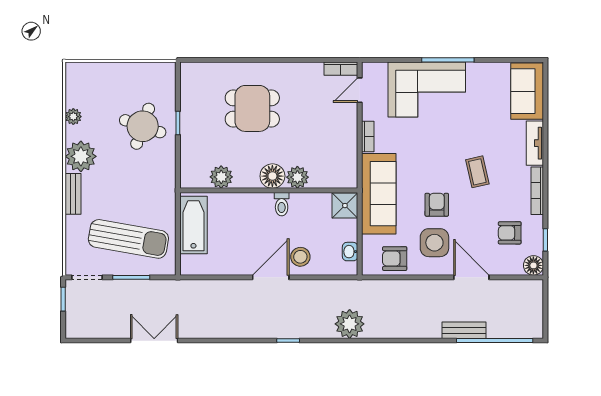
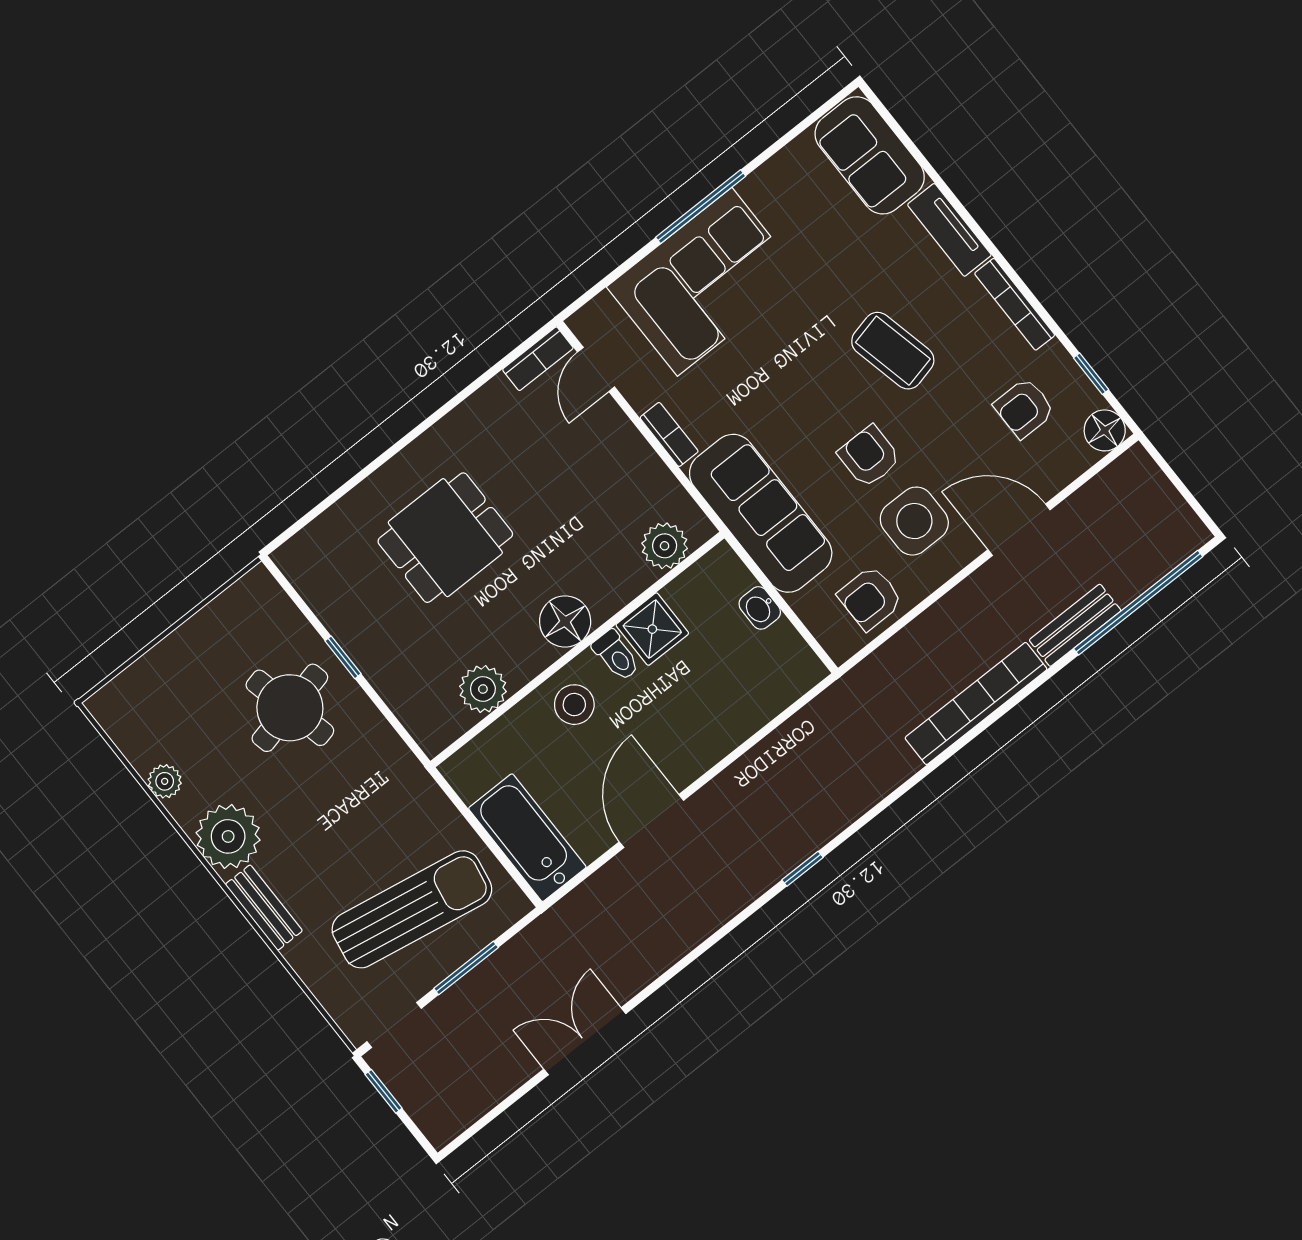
round table: (143, 126) -> (290, 708), turned -32
coffee table: (477, 172) -> (893, 351), width x1.36, depth x1.30
plant: (297, 177) -> (665, 546), moved
shower: (345, 206) -> (652, 629), moved
bathtub: (193, 225) -> (527, 838), moved
washbasin: (350, 252) -> (760, 608), moved
stool: (300, 257) -> (574, 705), moved
door: (271, 277) -> (651, 821), moved
plant: (350, 324) -> (881, 762), removed
bookcase: (403, 330) -> (976, 703), added

